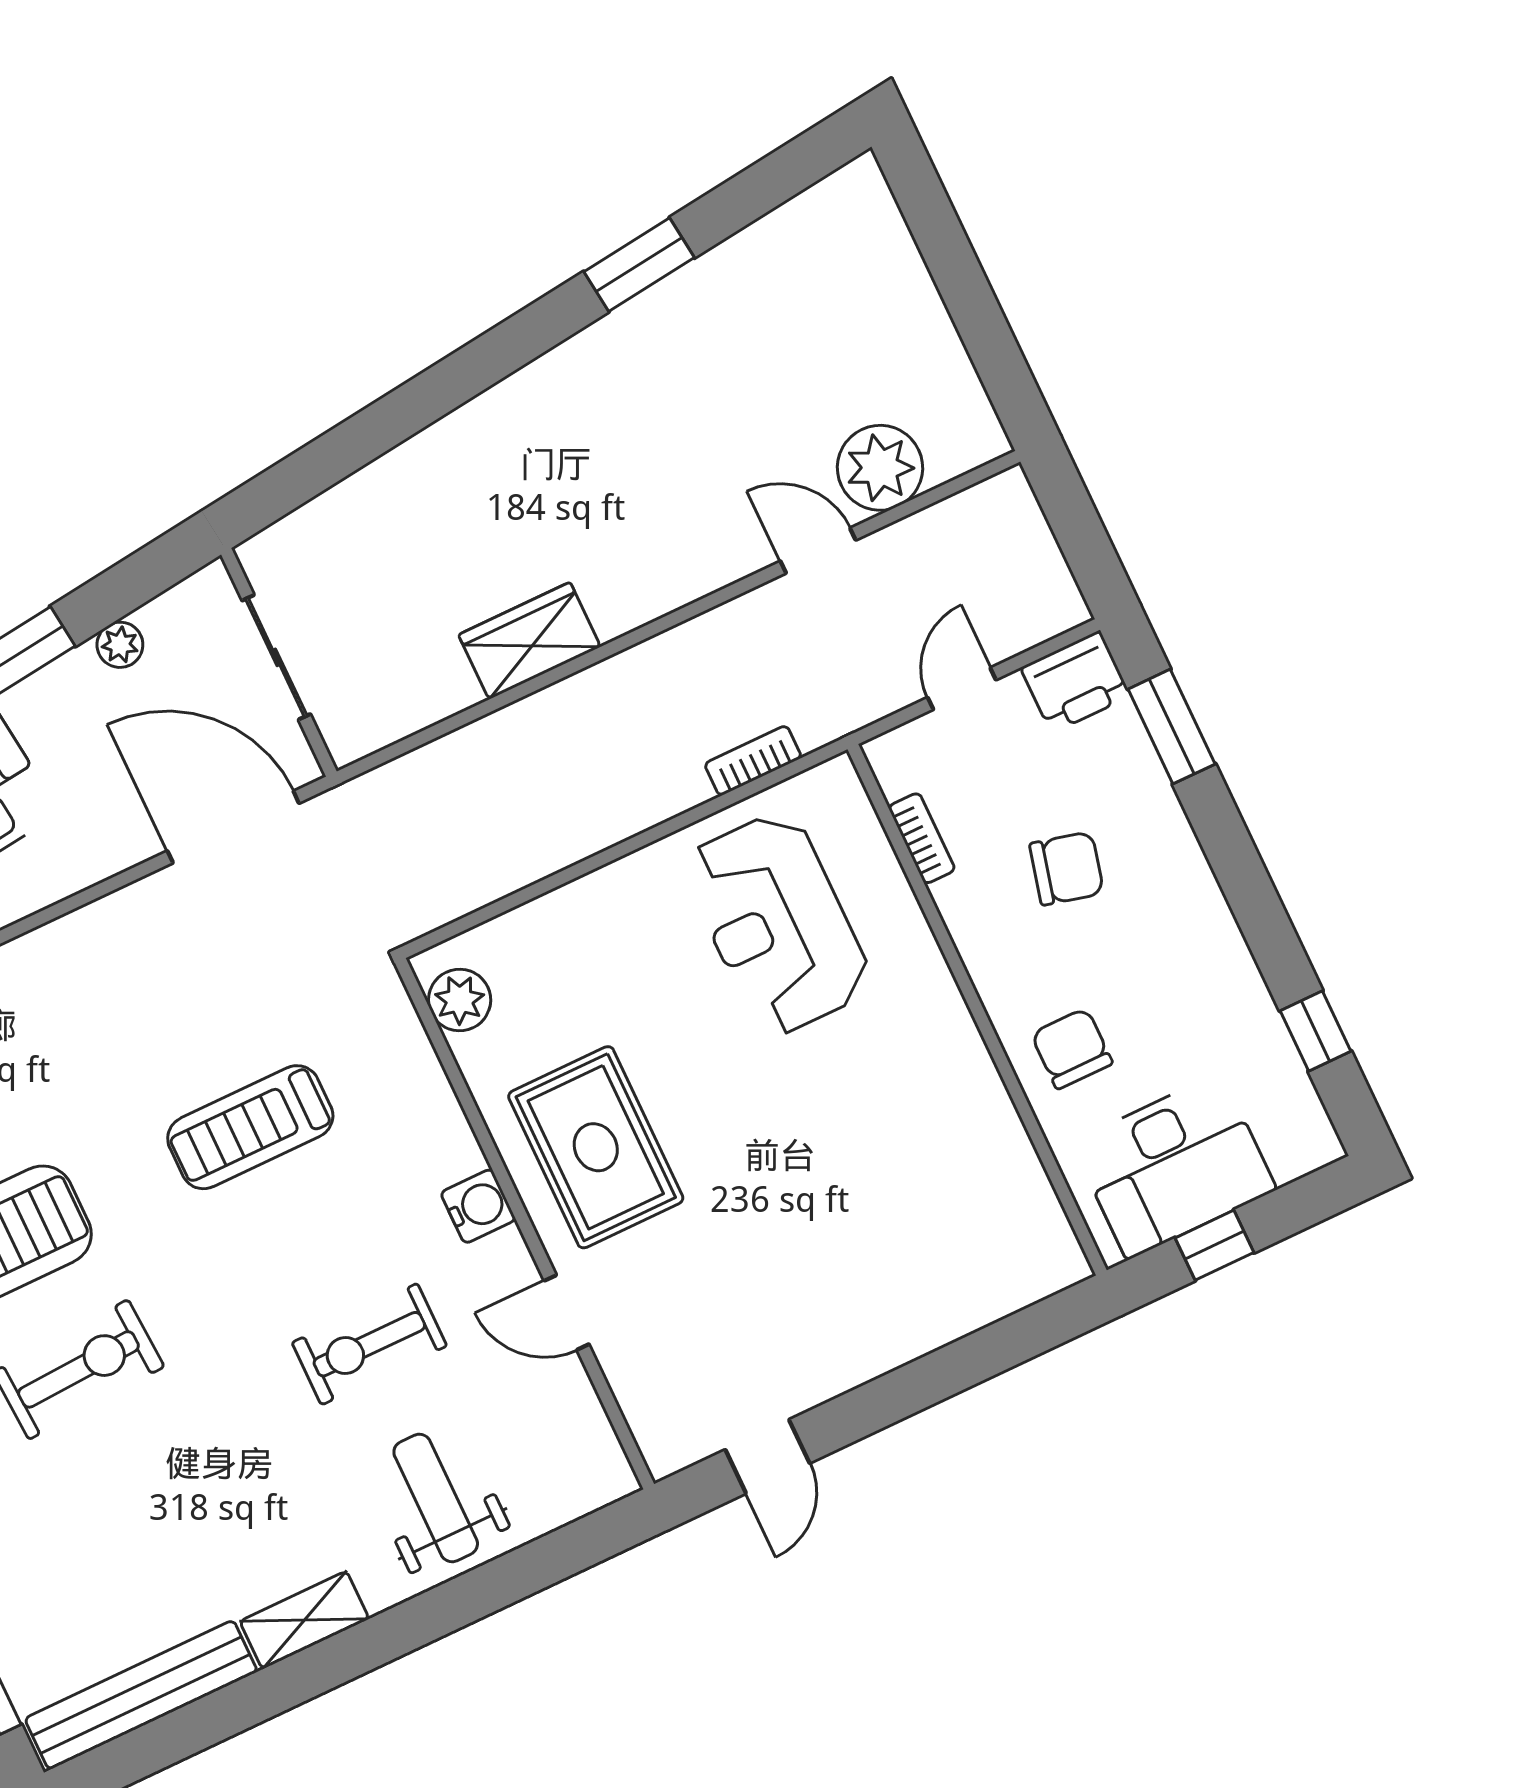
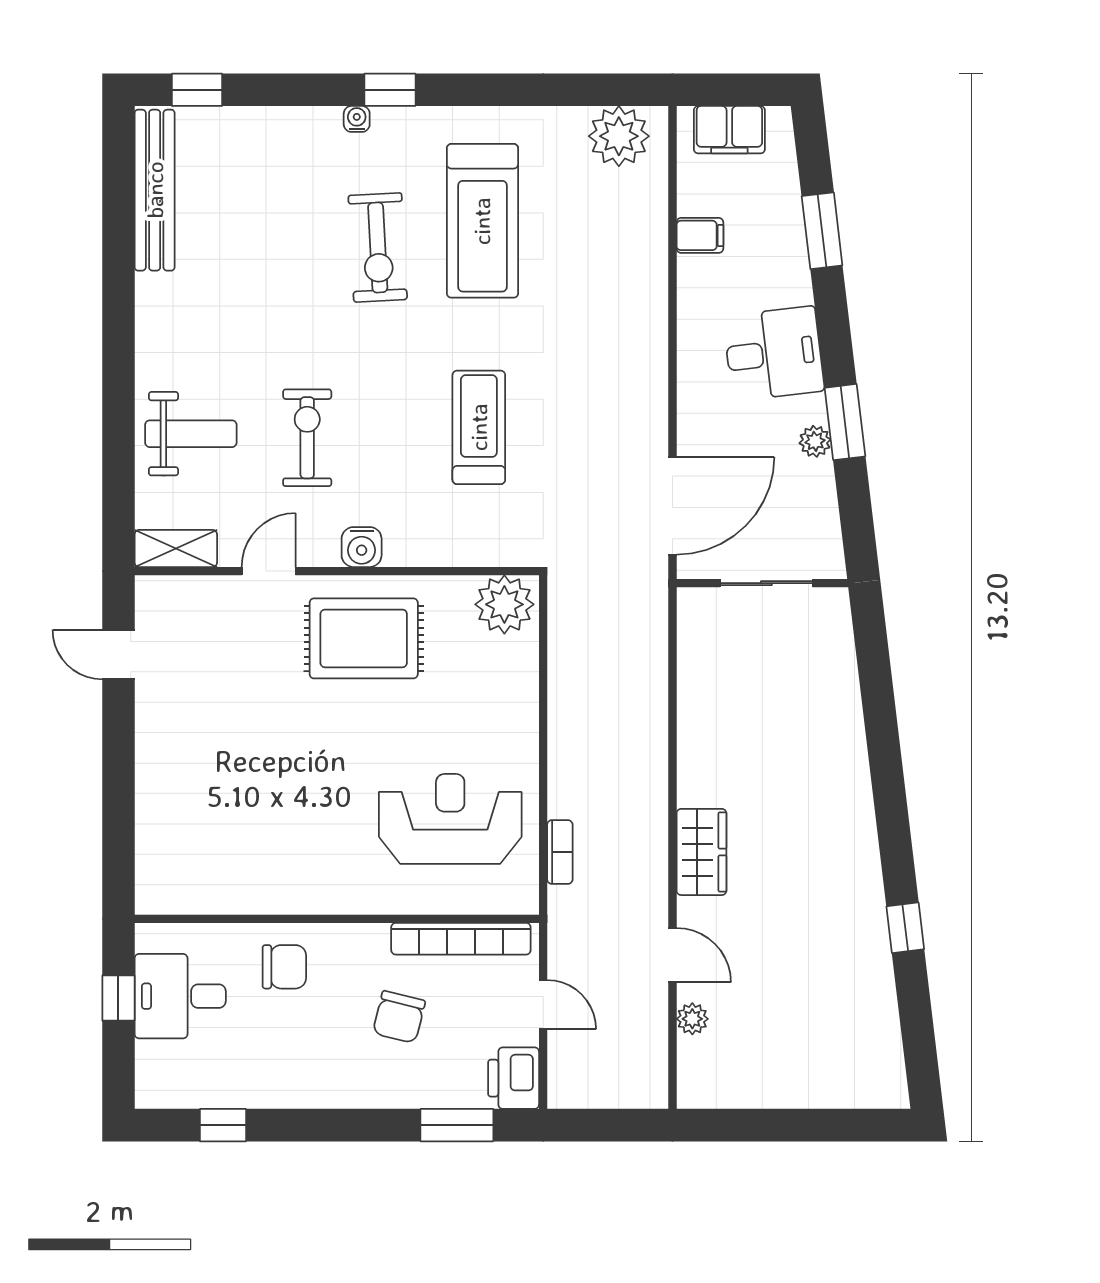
window: (639, 265) -> (905, 928), width x0.67
plant: (880, 468) -> (692, 1019), width x0.53, depth x0.53
door: (818, 551) -> (672, 955), hinge flipped
wardrobe: (529, 641) -> (701, 852), moved
plant: (120, 645) -> (815, 441), moved
bookcase: (922, 838) -> (461, 939), width x2.31, depth x1.31
plant: (460, 1000) -> (504, 604), width x1.36, depth x1.36
desk: (1174, 1166) -> (180, 996), width x0.73
shelving: (304, 1620) -> (176, 548), moved, turned 90

